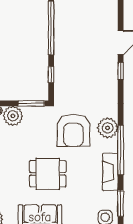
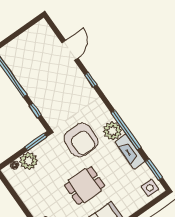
window: (121, 71) -> (91, 80), moved
plant: (108, 128) -> (112, 131), moved

